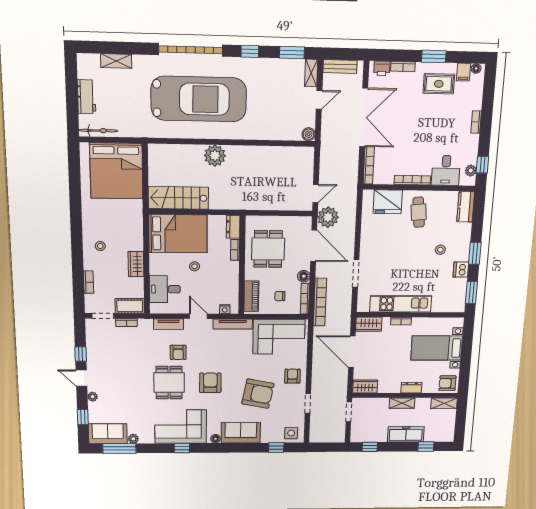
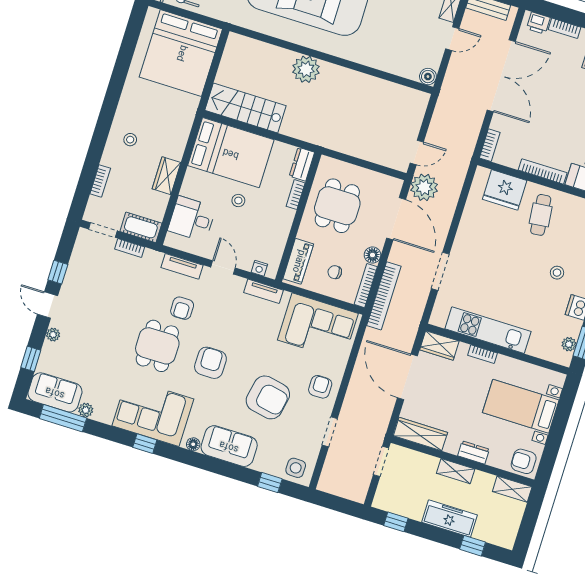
bookcase: (369, 166) -> (490, 145), width x0.64
plant: (461, 297) -> (569, 344), added
tv unit: (233, 324) -> (264, 291), width x0.71
wardrobe: (365, 386) -> (420, 434), width x1.50

